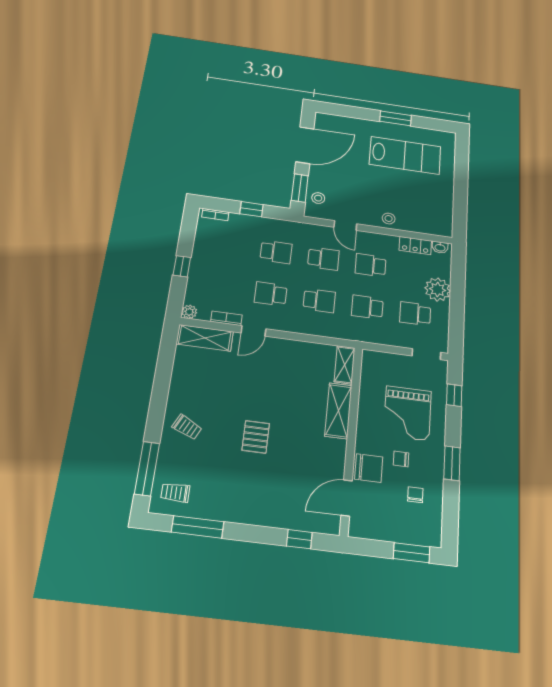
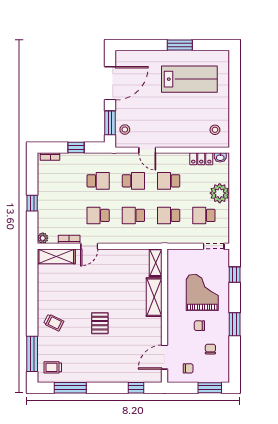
stool: (389, 219) -> (215, 130), moved
school desk: (319, 301) -> (133, 215), turned 180
grand piano: (408, 413) -> (202, 292), turned 180
chair: (369, 468) -> (188, 368), moved, width x0.54, depth x0.54

